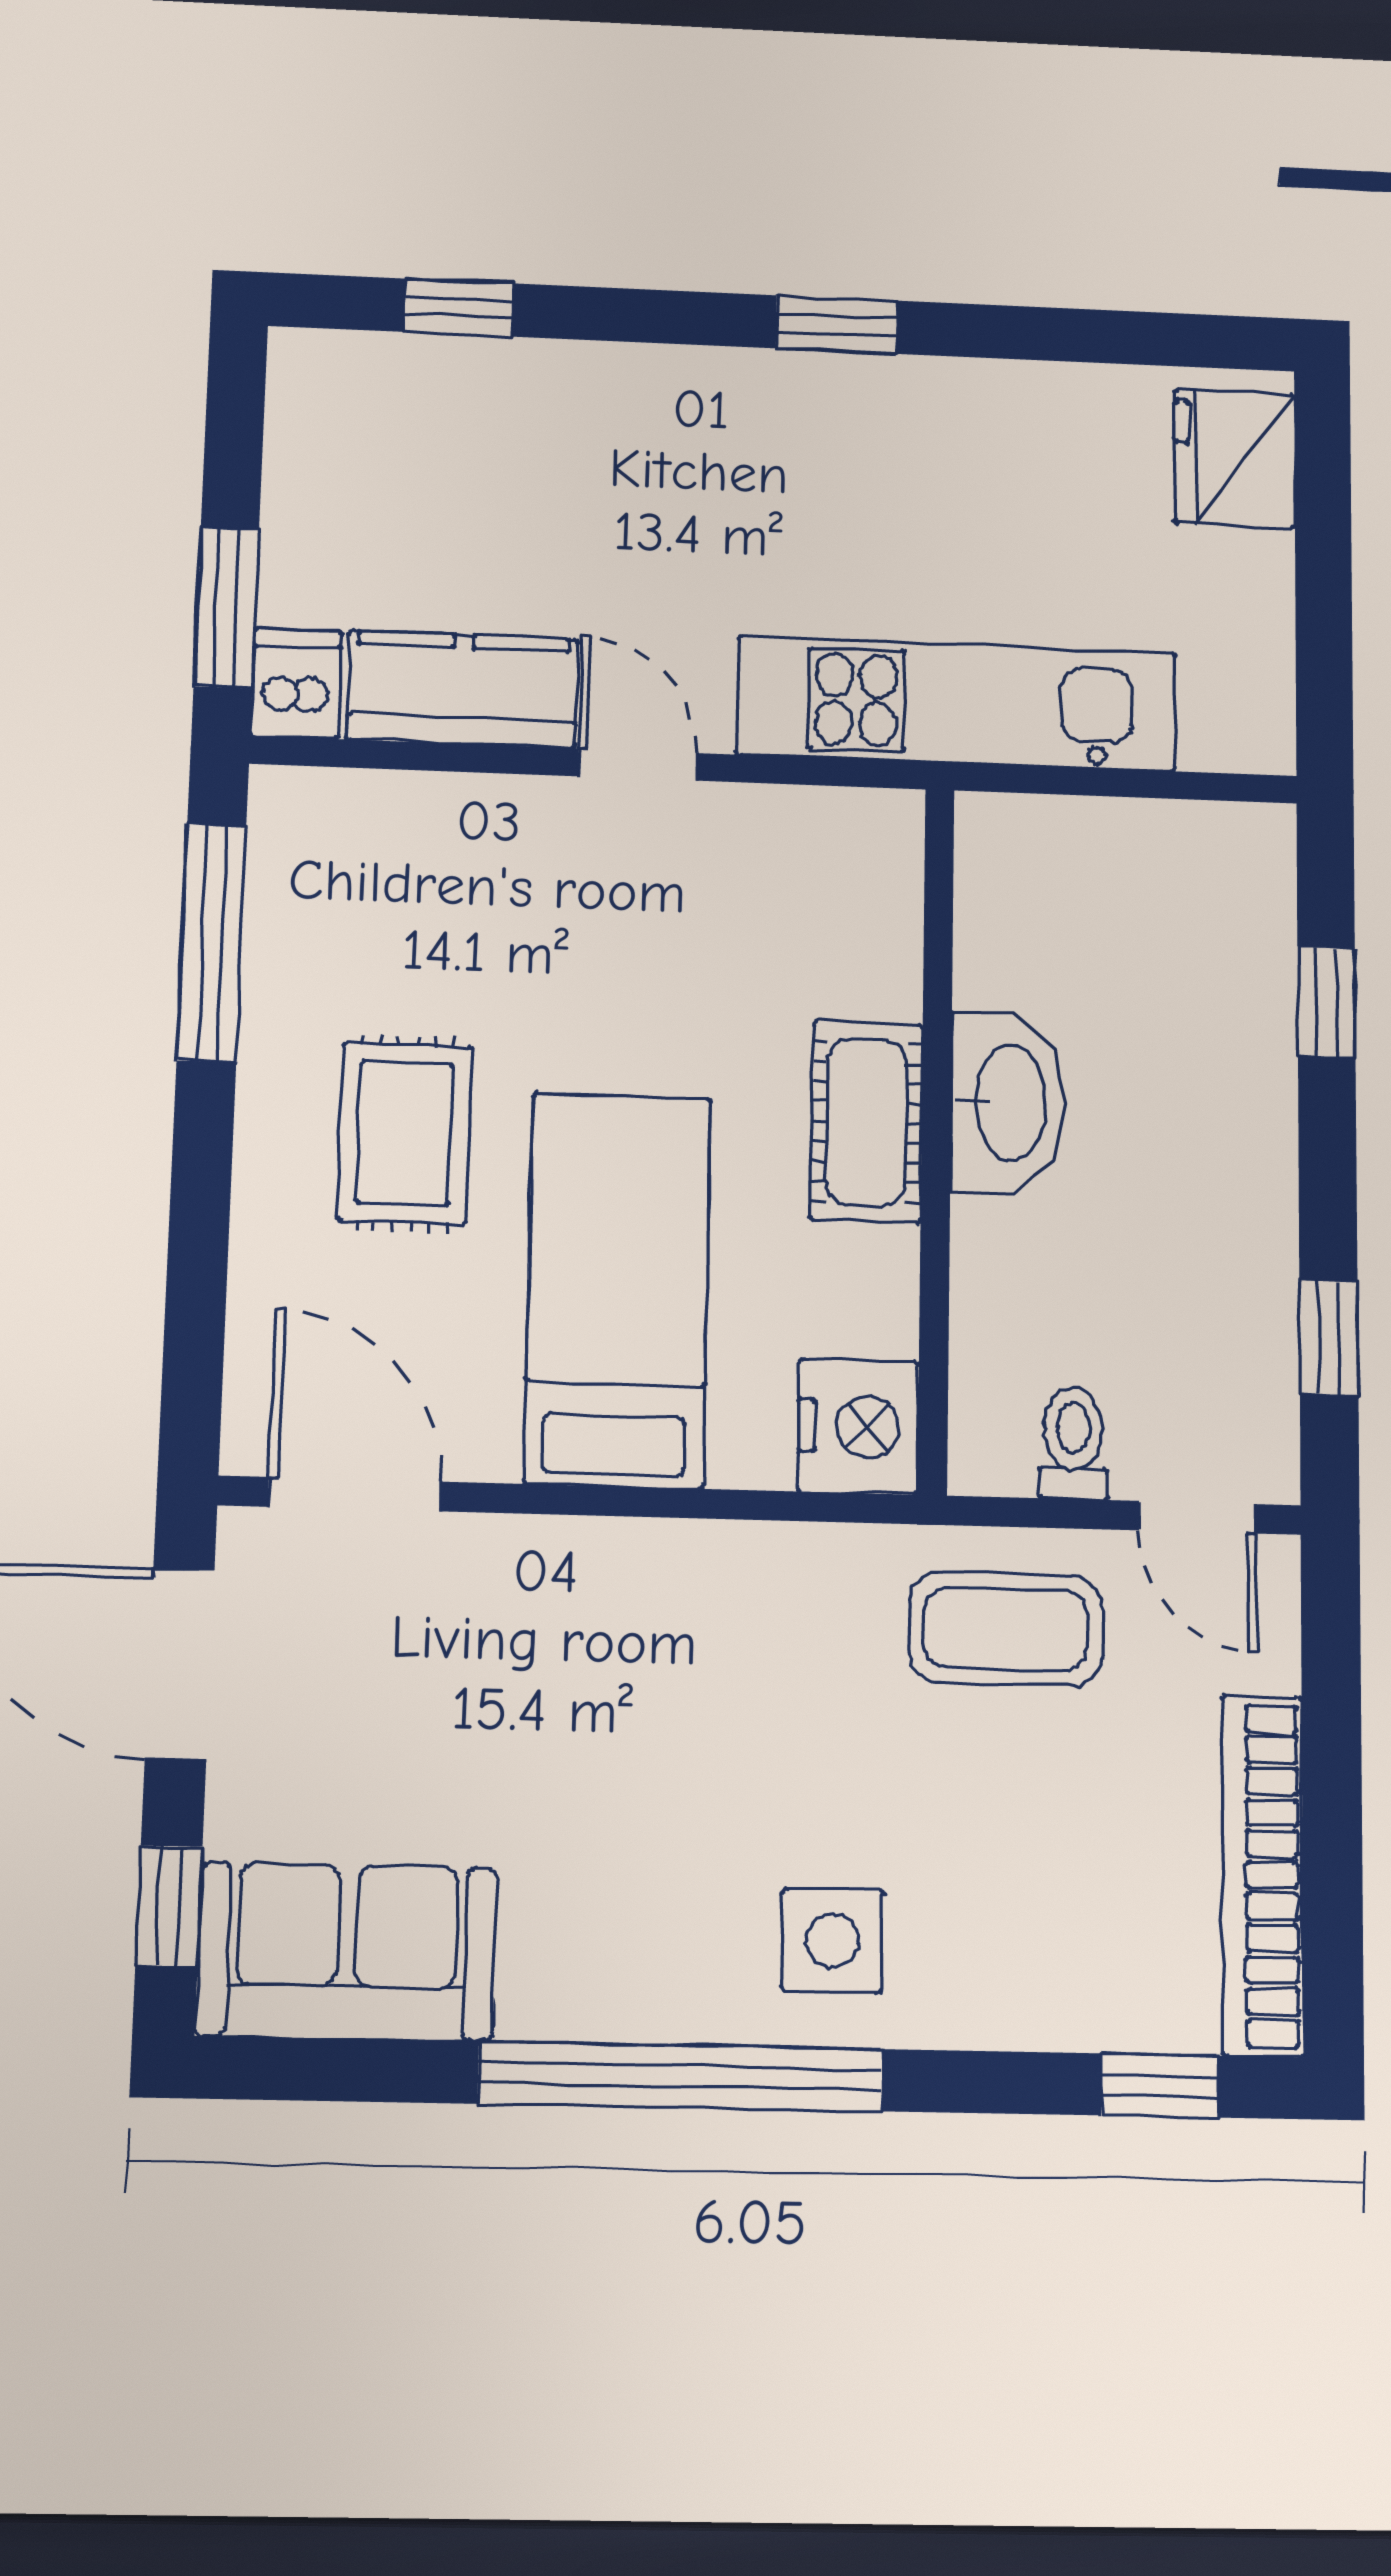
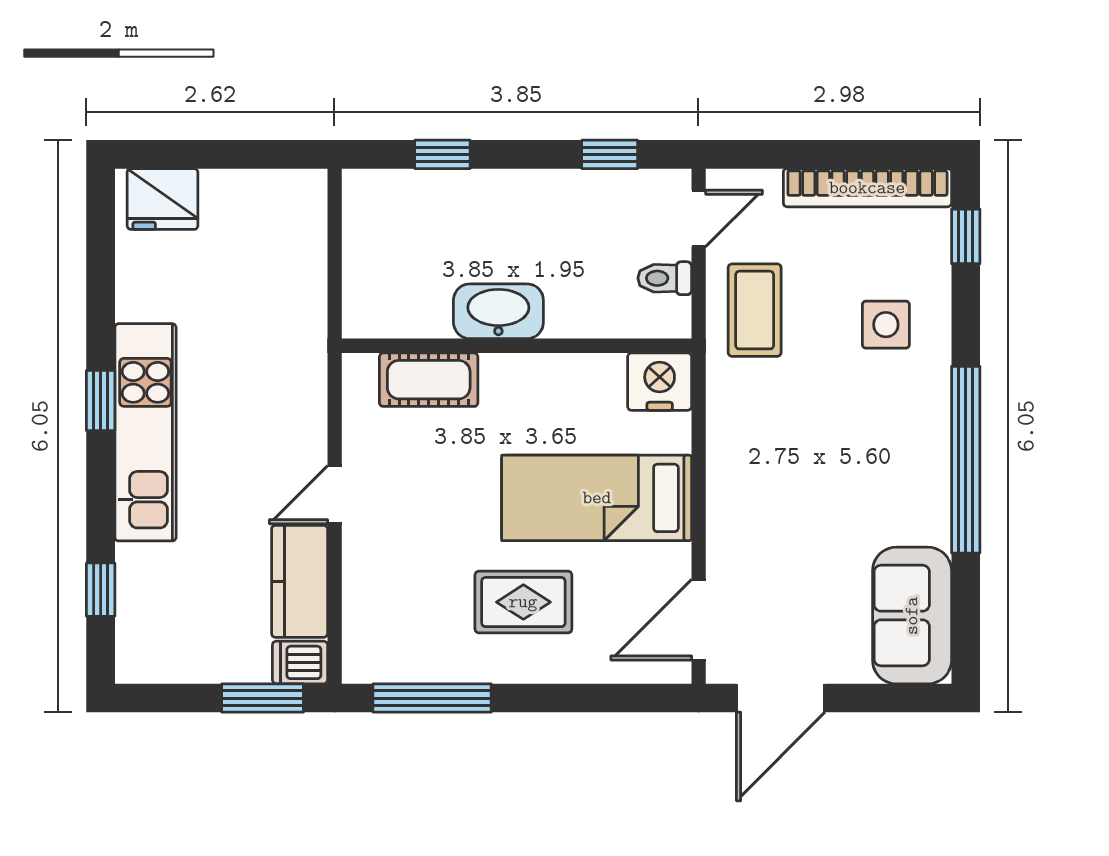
kitchen unit: (957, 704) -> (145, 432), moved, turned 180
cot: (867, 1122) -> (429, 380), moved
window: (169, 1906) -> (893, 698), removed
side table: (833, 1940) -> (886, 325), moved

